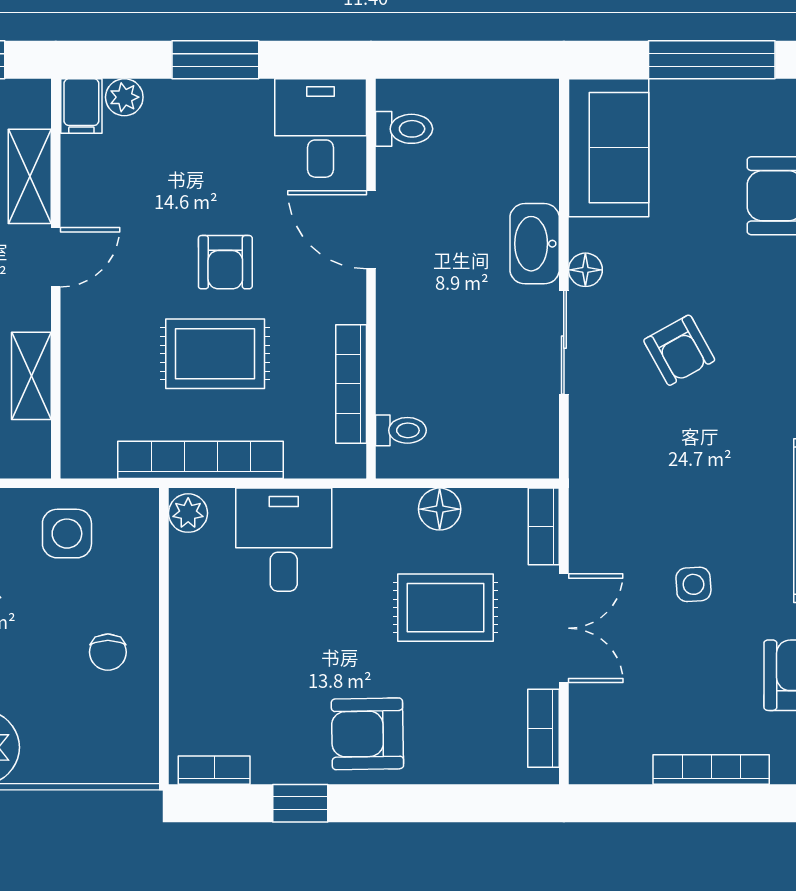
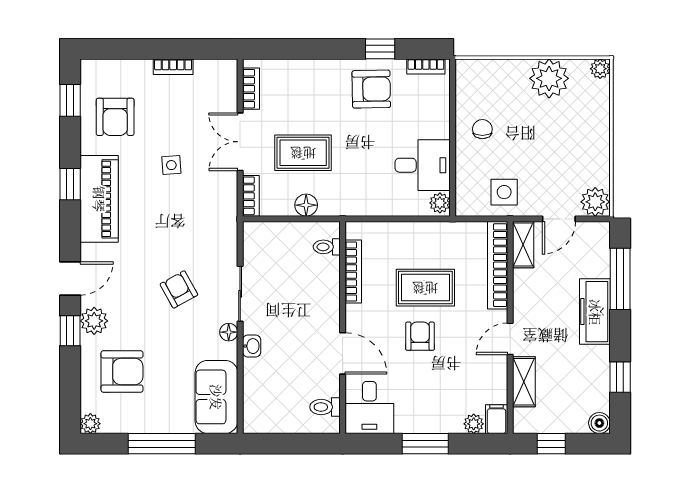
washbasin: (535, 244) -> (252, 346), width x0.52, depth x0.69
shelving: (31, 376) -> (523, 245), moved
bookcase: (201, 460) -> (498, 265), moved, turned 90
desk: (284, 540) -> (423, 165), moved, turned -90
armchair: (367, 734) -> (371, 89), moved
bookcase: (711, 770) -> (173, 67), width x0.64

